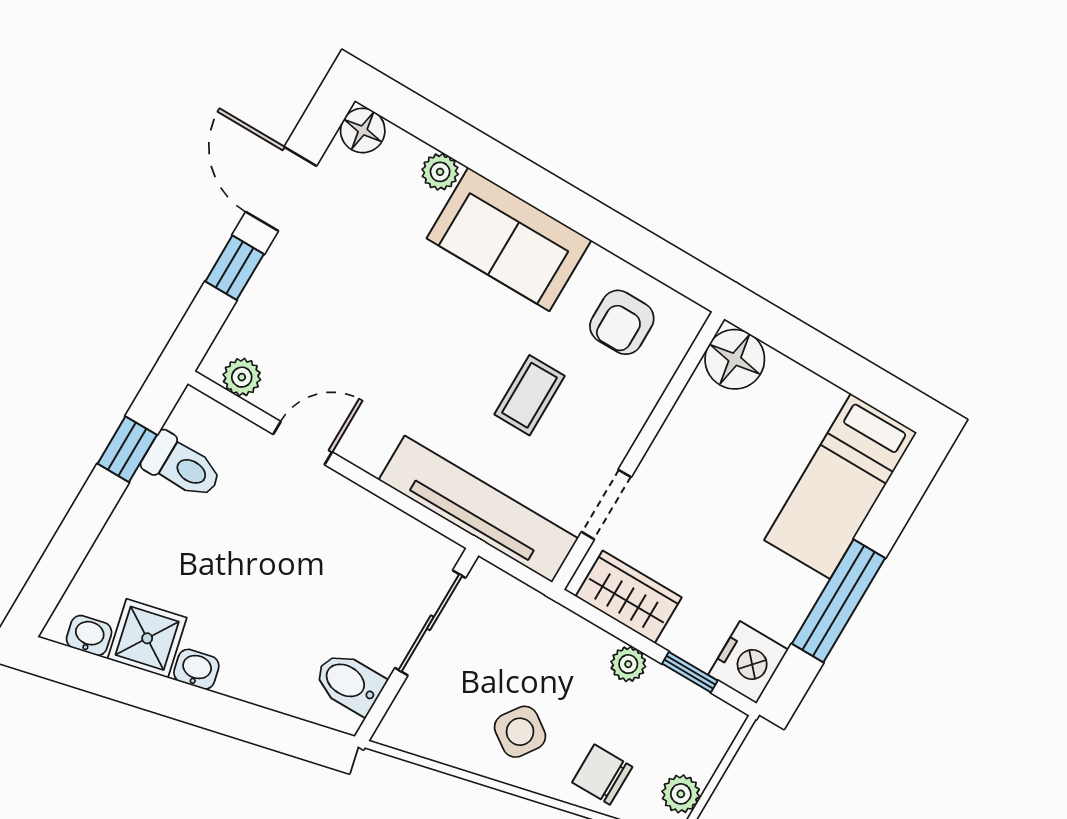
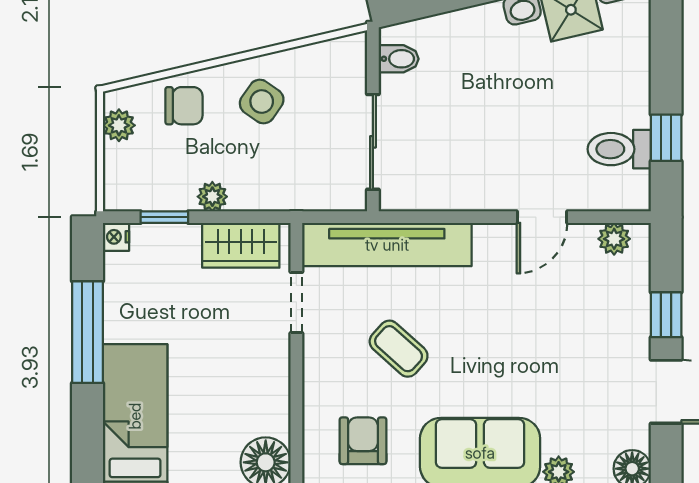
coffee table: (529, 395) -> (399, 349), turned -48
nightstand: (748, 662) -> (116, 237), width x0.53, depth x0.56
bidet: (349, 683) -> (399, 59), width x0.72, depth x0.74

